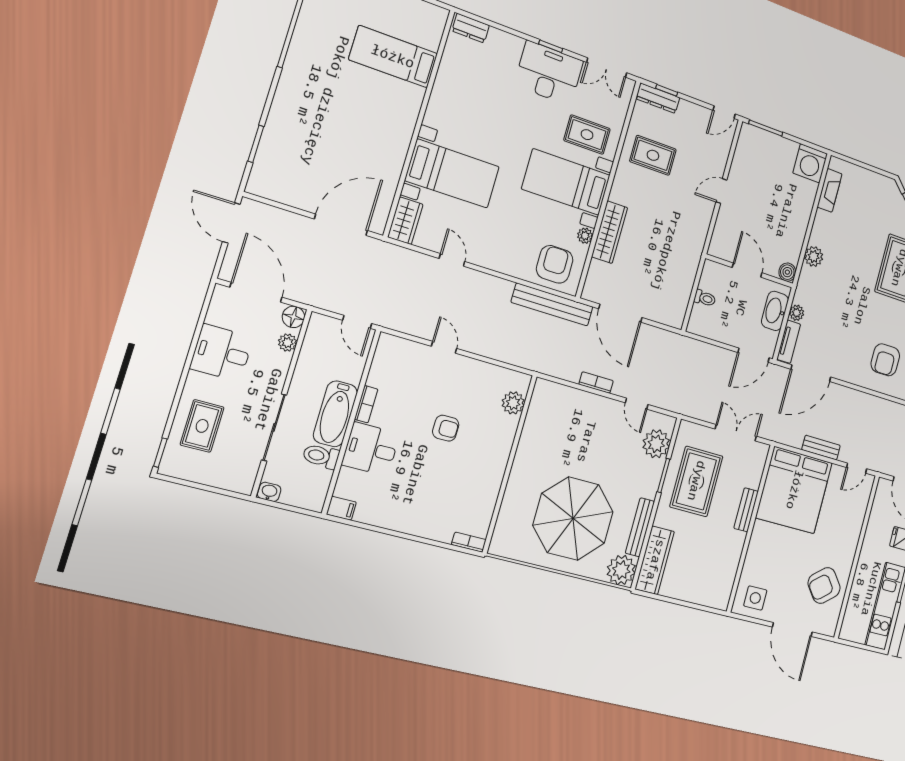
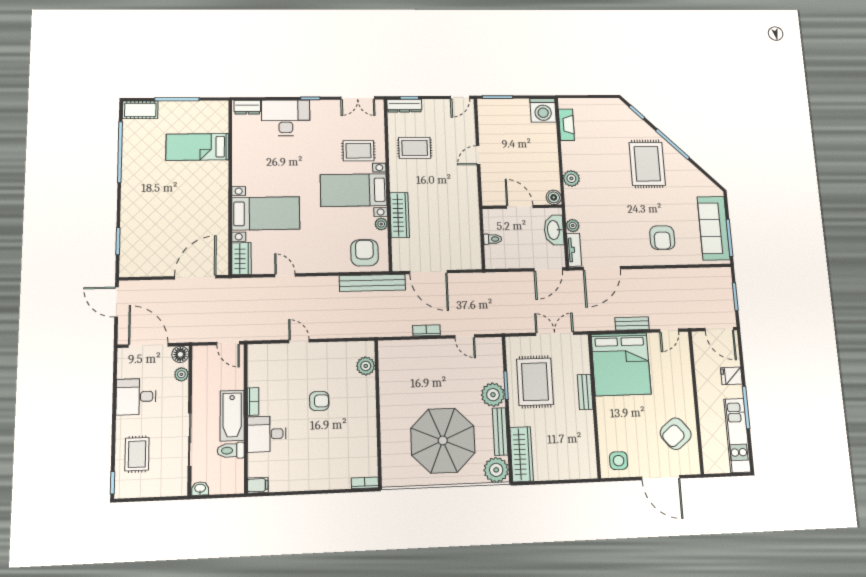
desk: (549, 73) -> (286, 118), moved
plant: (656, 444) -> (493, 395), moved

